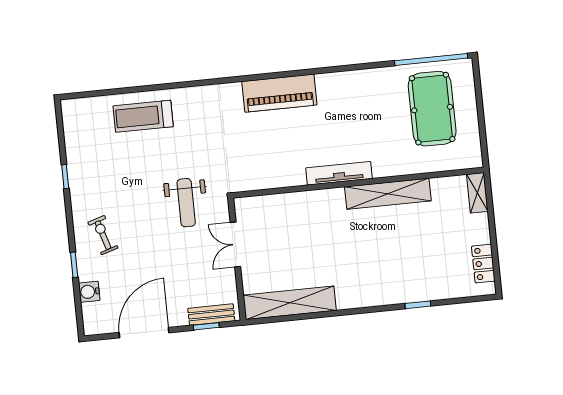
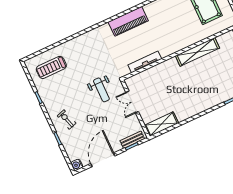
treadmill: (143, 116) -> (51, 67), moved
tv unit: (339, 173) -> (145, 62), moved
water cooler: (89, 292) -> (77, 165), moved
shelving: (290, 303) -> (161, 124), width x0.68

